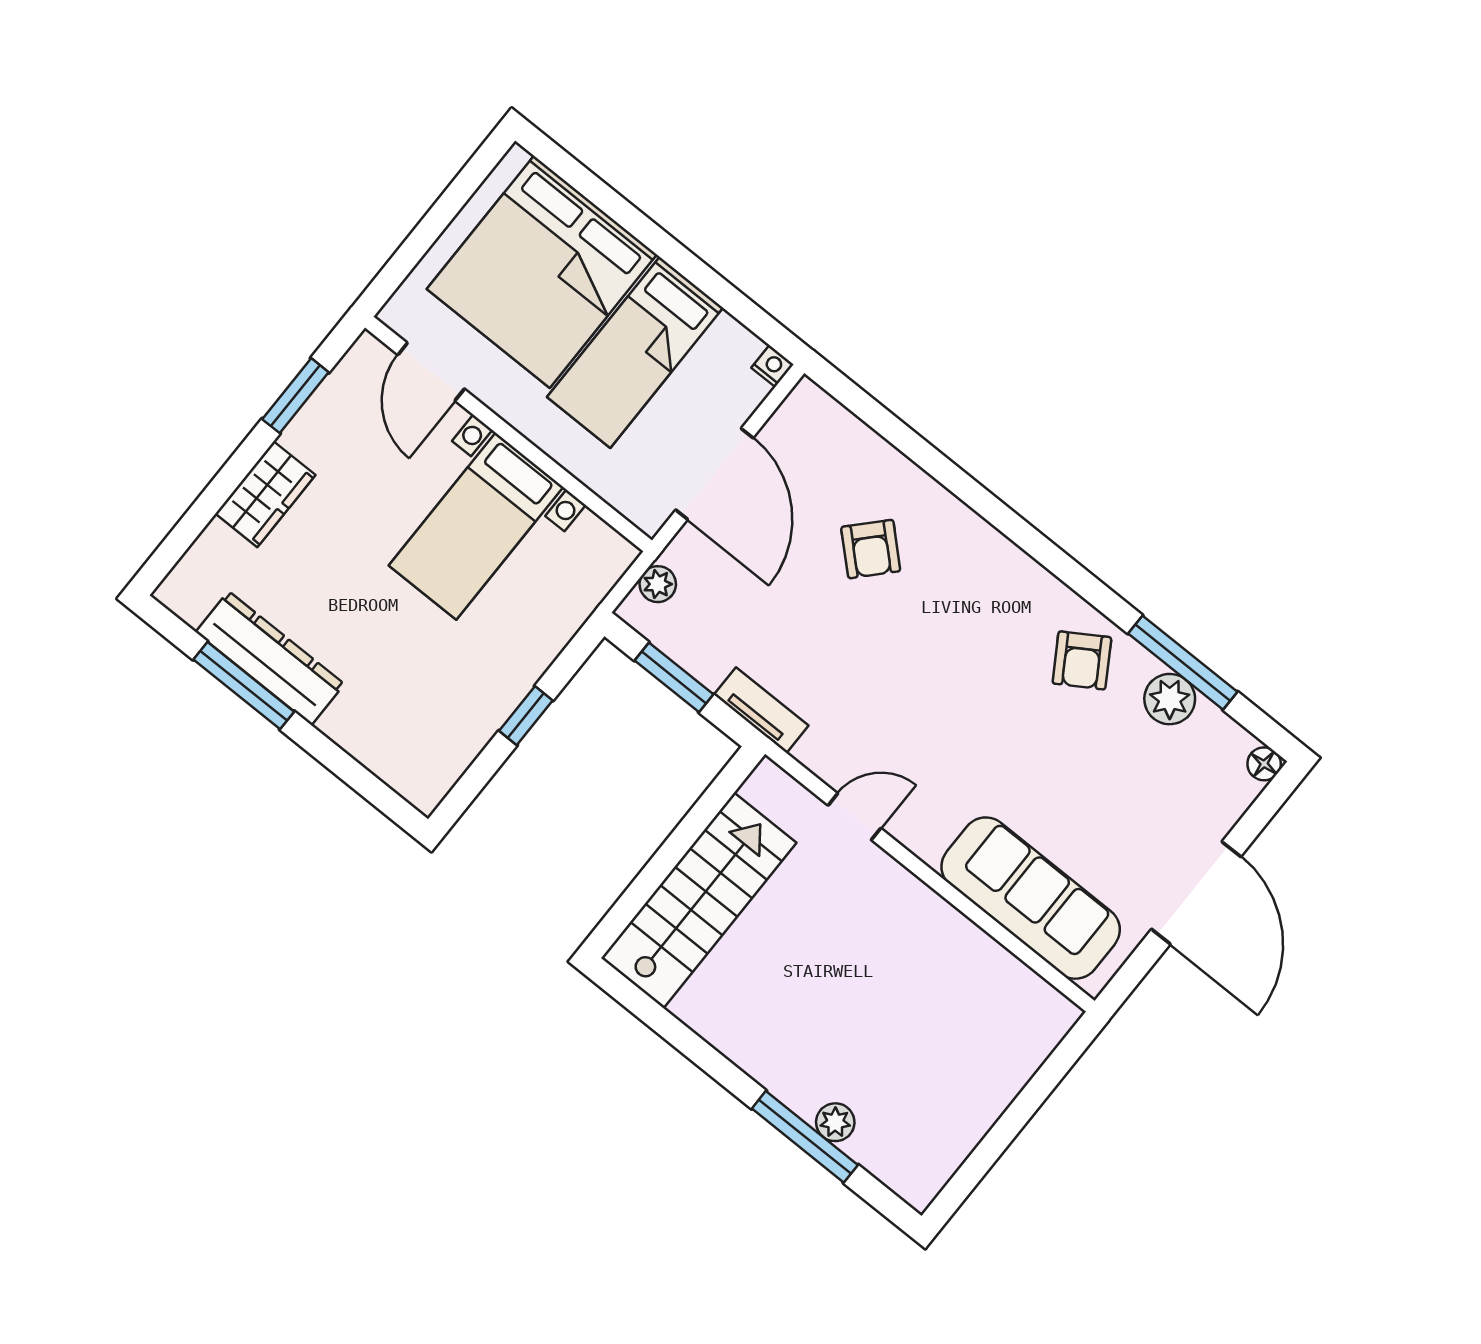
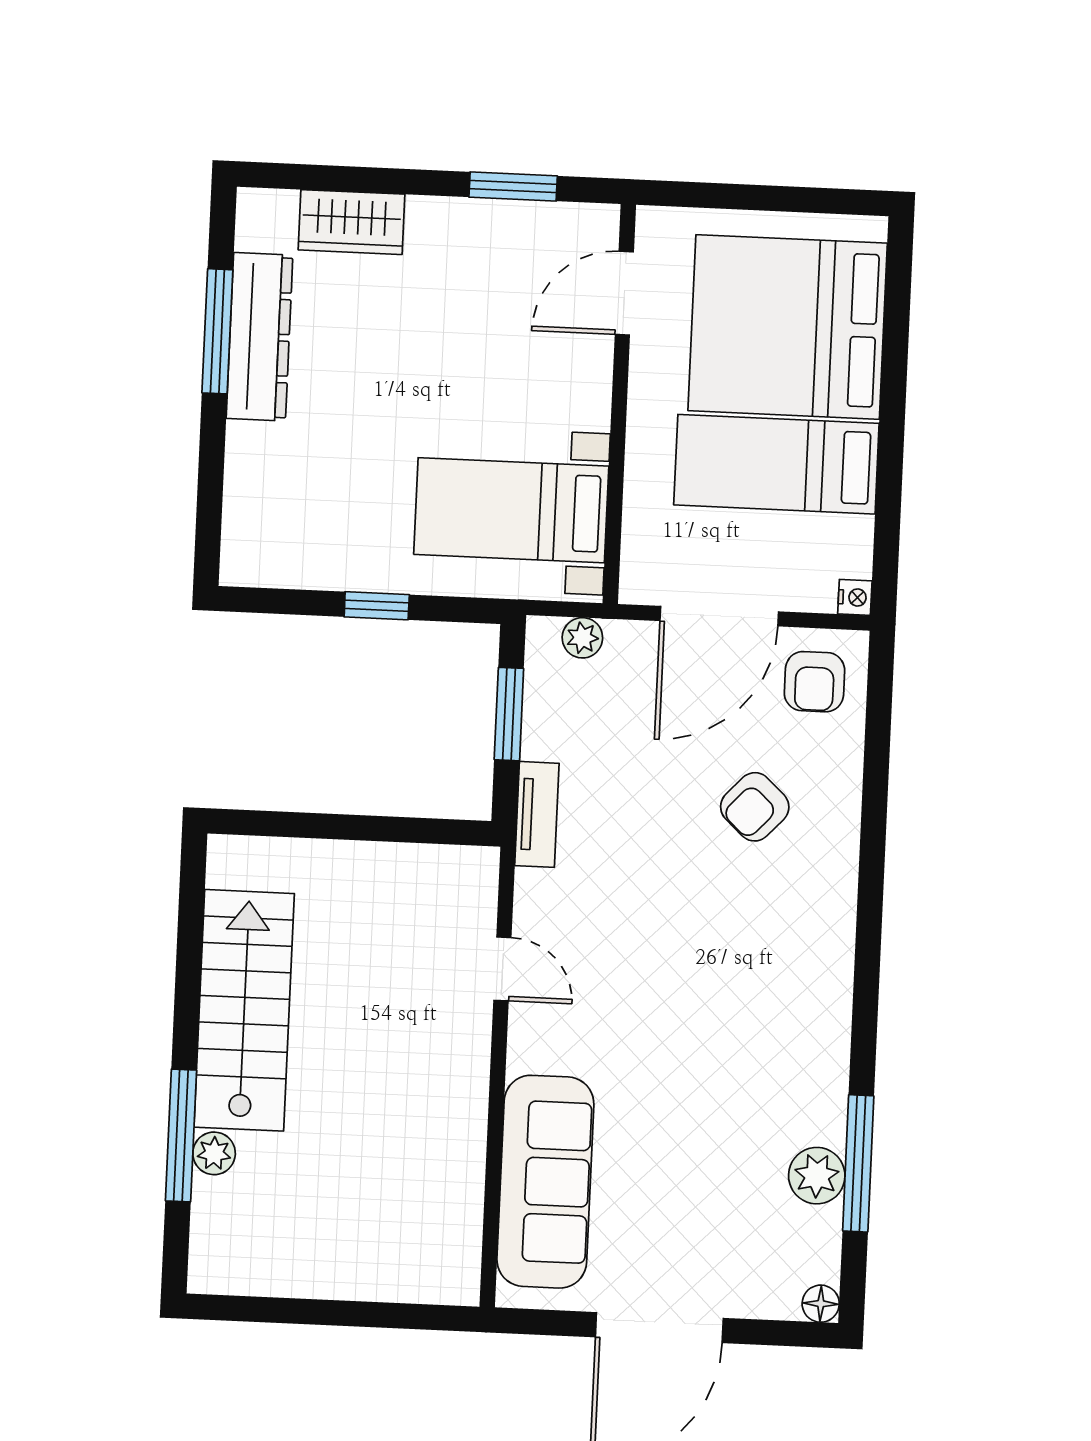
wardrobe: (265, 494) -> (351, 222), moved
bed with nightstands: (476, 526) -> (511, 510), moved
armchair: (1082, 660) -> (814, 682), moved, turned -58
stairs: (699, 900) -> (244, 1010), moved, turned -90

